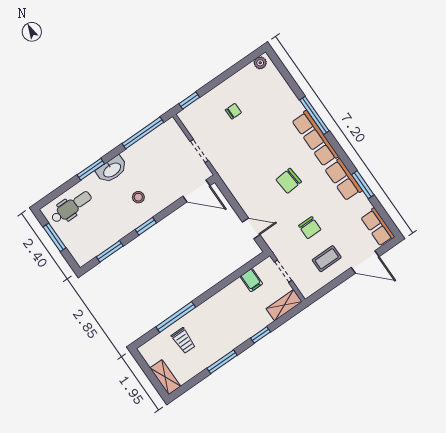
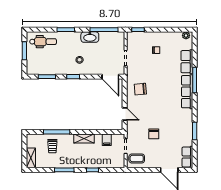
washbasin: (112, 170) -> (90, 37), moved
row of seats: (343, 180) -> (187, 62), moved
chair: (289, 181) -> (140, 89), moved
coffee table: (327, 259) -> (137, 159), moved
shelving: (284, 305) -> (84, 138), moved

